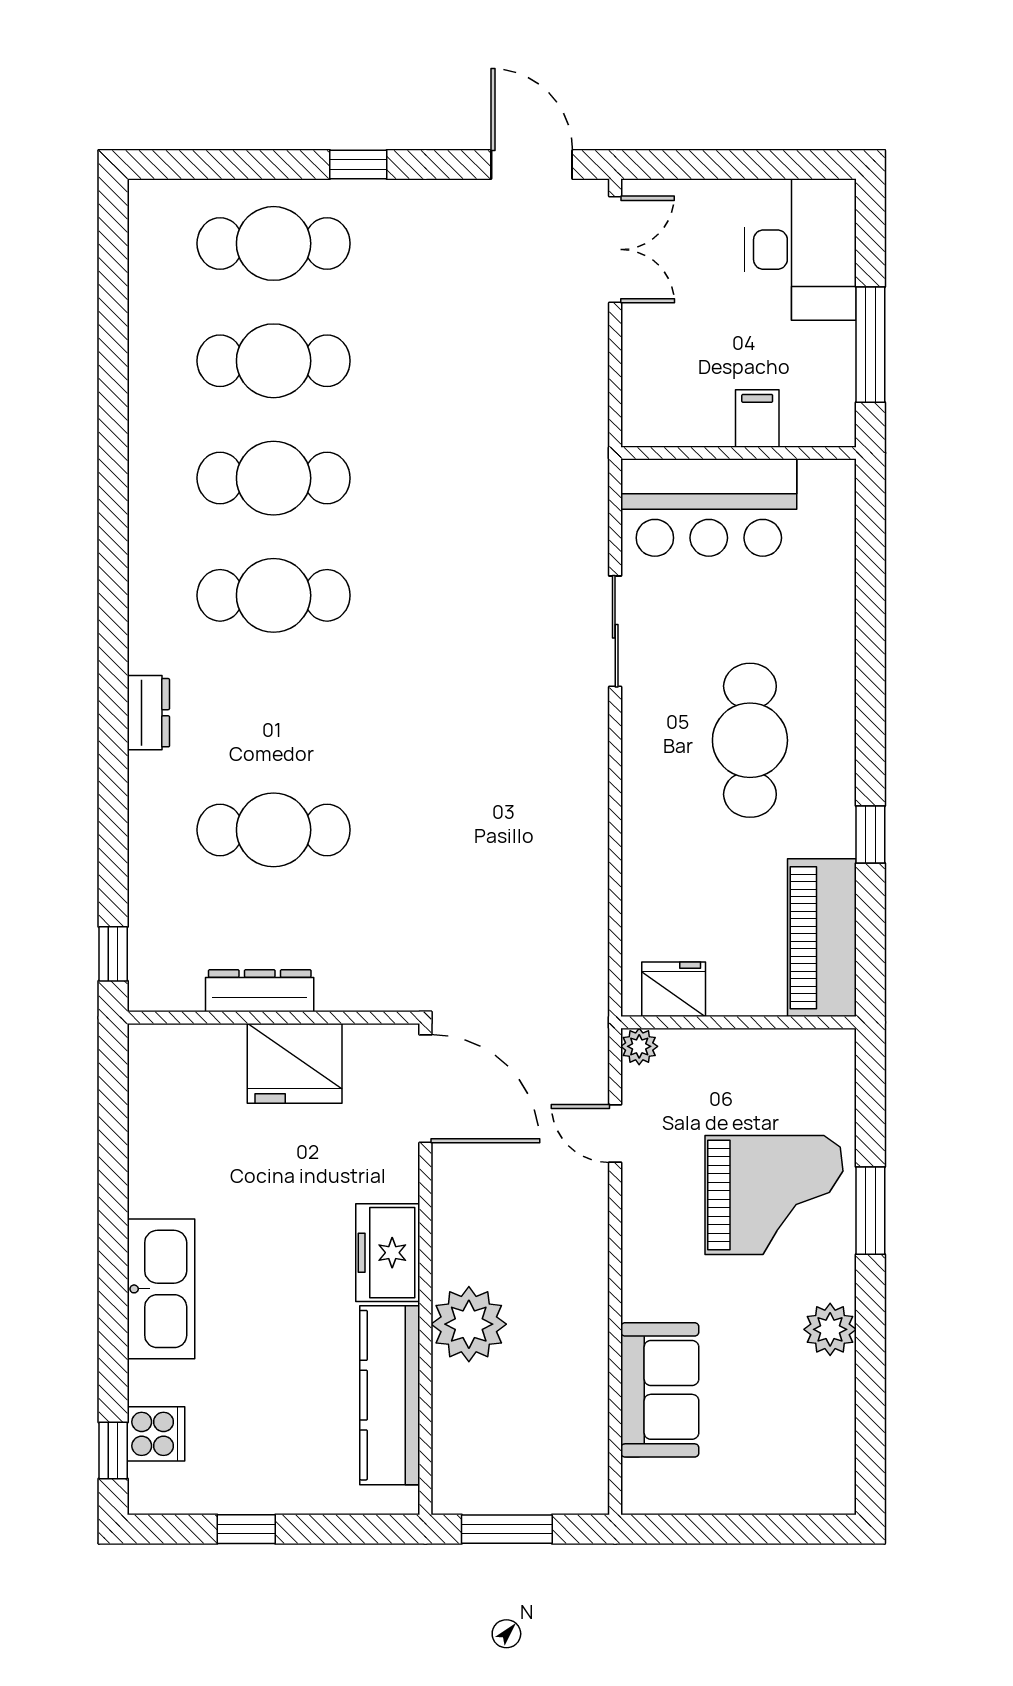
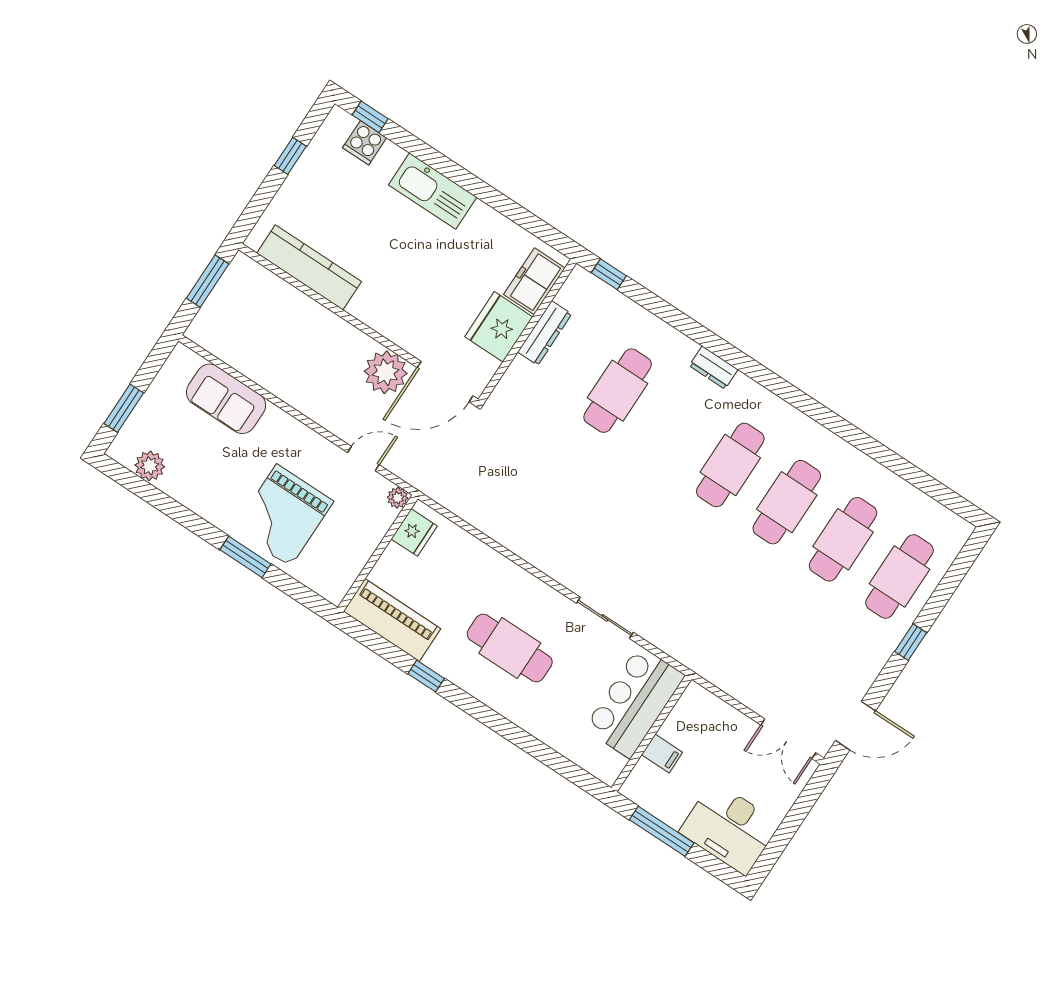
freezer: (388, 1253) -> (534, 281), moved, turned -90
plant: (469, 1324) -> (386, 372), moved
plant: (830, 1329) -> (150, 466), moved
window: (771, 1529) -> (124, 408), added

